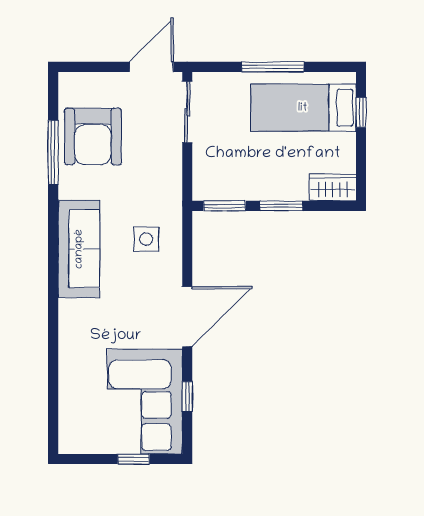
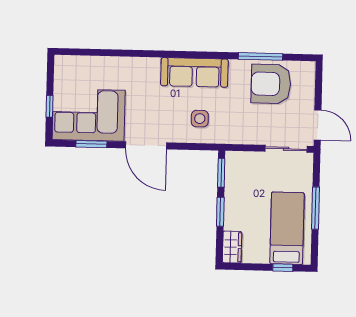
window: (187, 397) -> (91, 144), width x1.50

